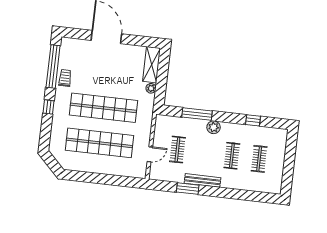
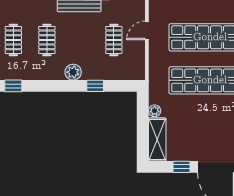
window: (134, 40) -> (181, 167), added
window: (197, 114) -> (95, 86), width x0.46
window: (253, 120) -> (13, 86), moved

